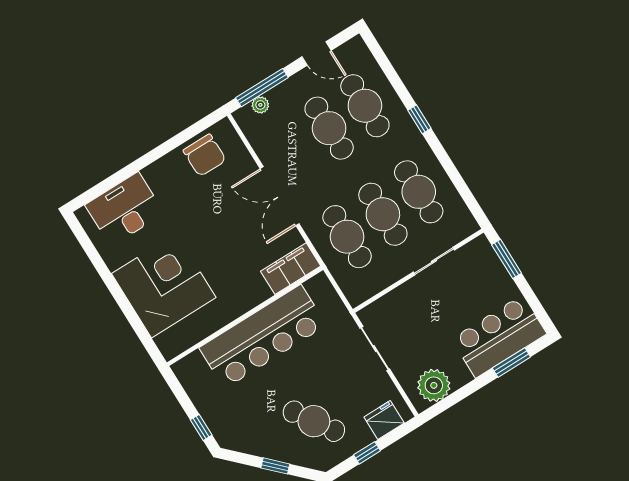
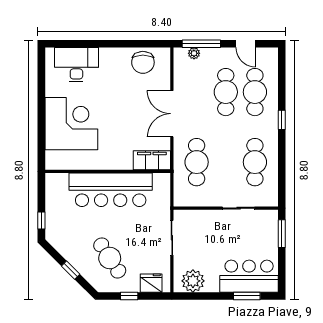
cafe table: (383, 214) -> (226, 162), removed

